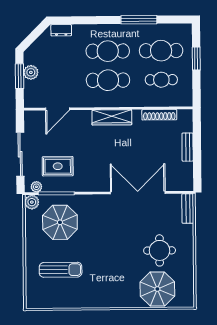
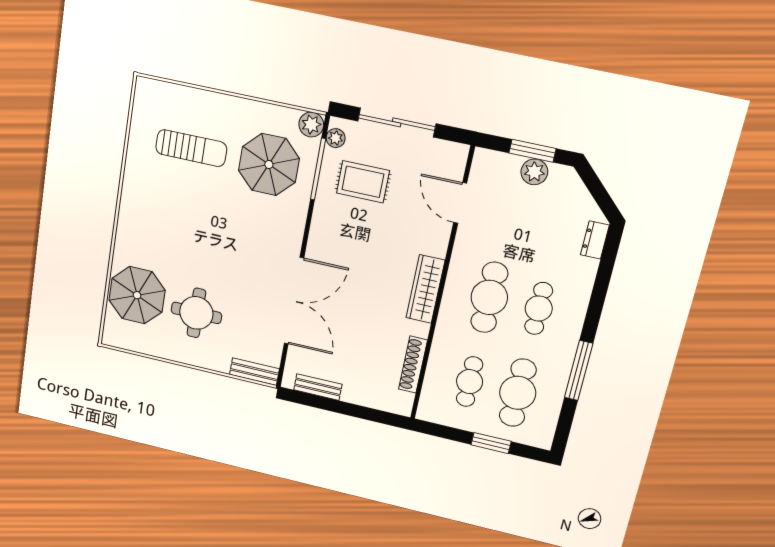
cafe table: (108, 51) -> (539, 308), width x0.73, depth x0.74
bench: (188, 147) -> (318, 387), moved
rug: (58, 166) -> (363, 182), turned 90
sun lounger: (61, 270) -> (191, 148), turned -90

